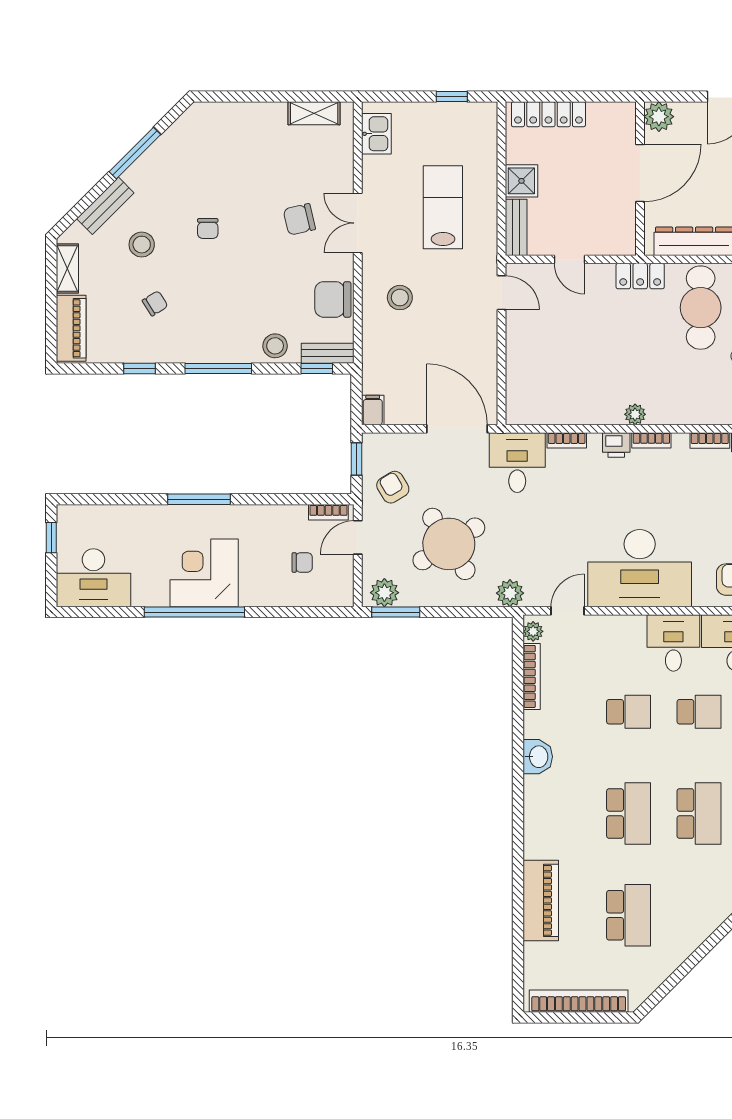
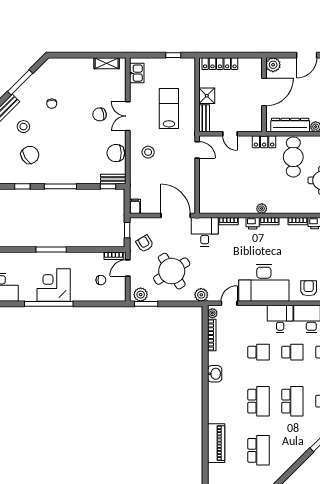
chair: (208, 228) -> (52, 104), moved
chair: (155, 303) -> (30, 155), width x1.87, depth x1.87
stool: (275, 346) -> (88, 175), removed

